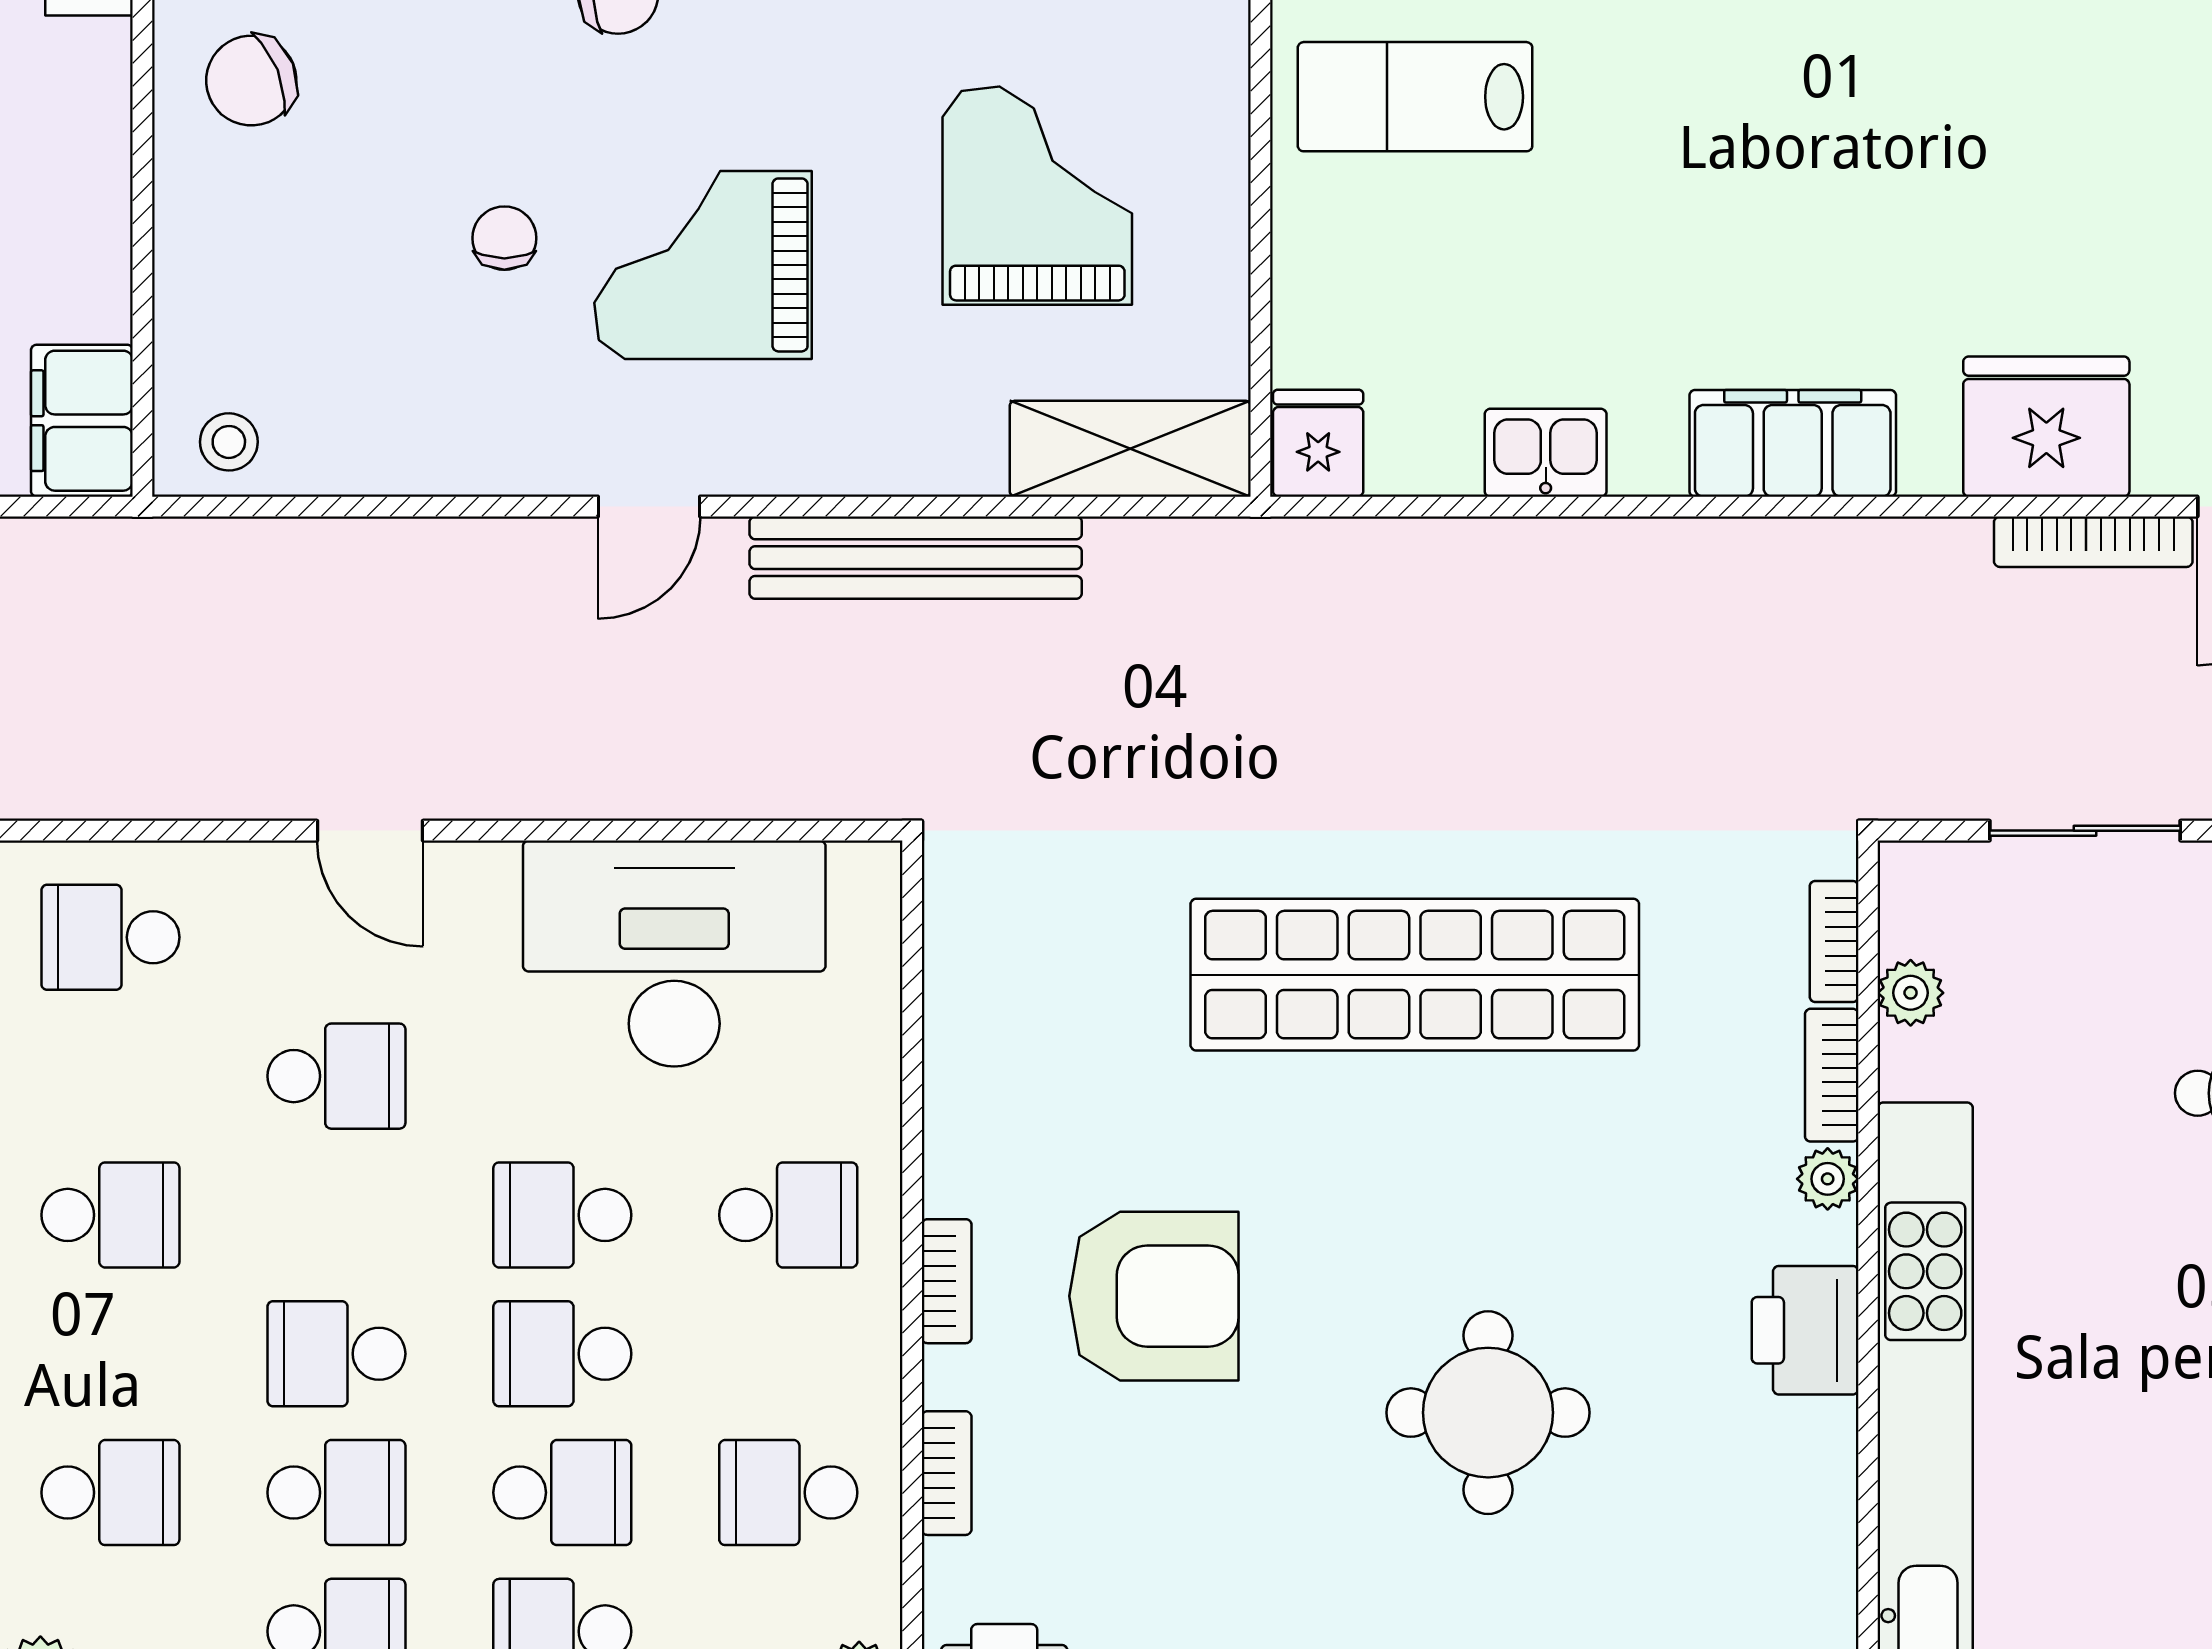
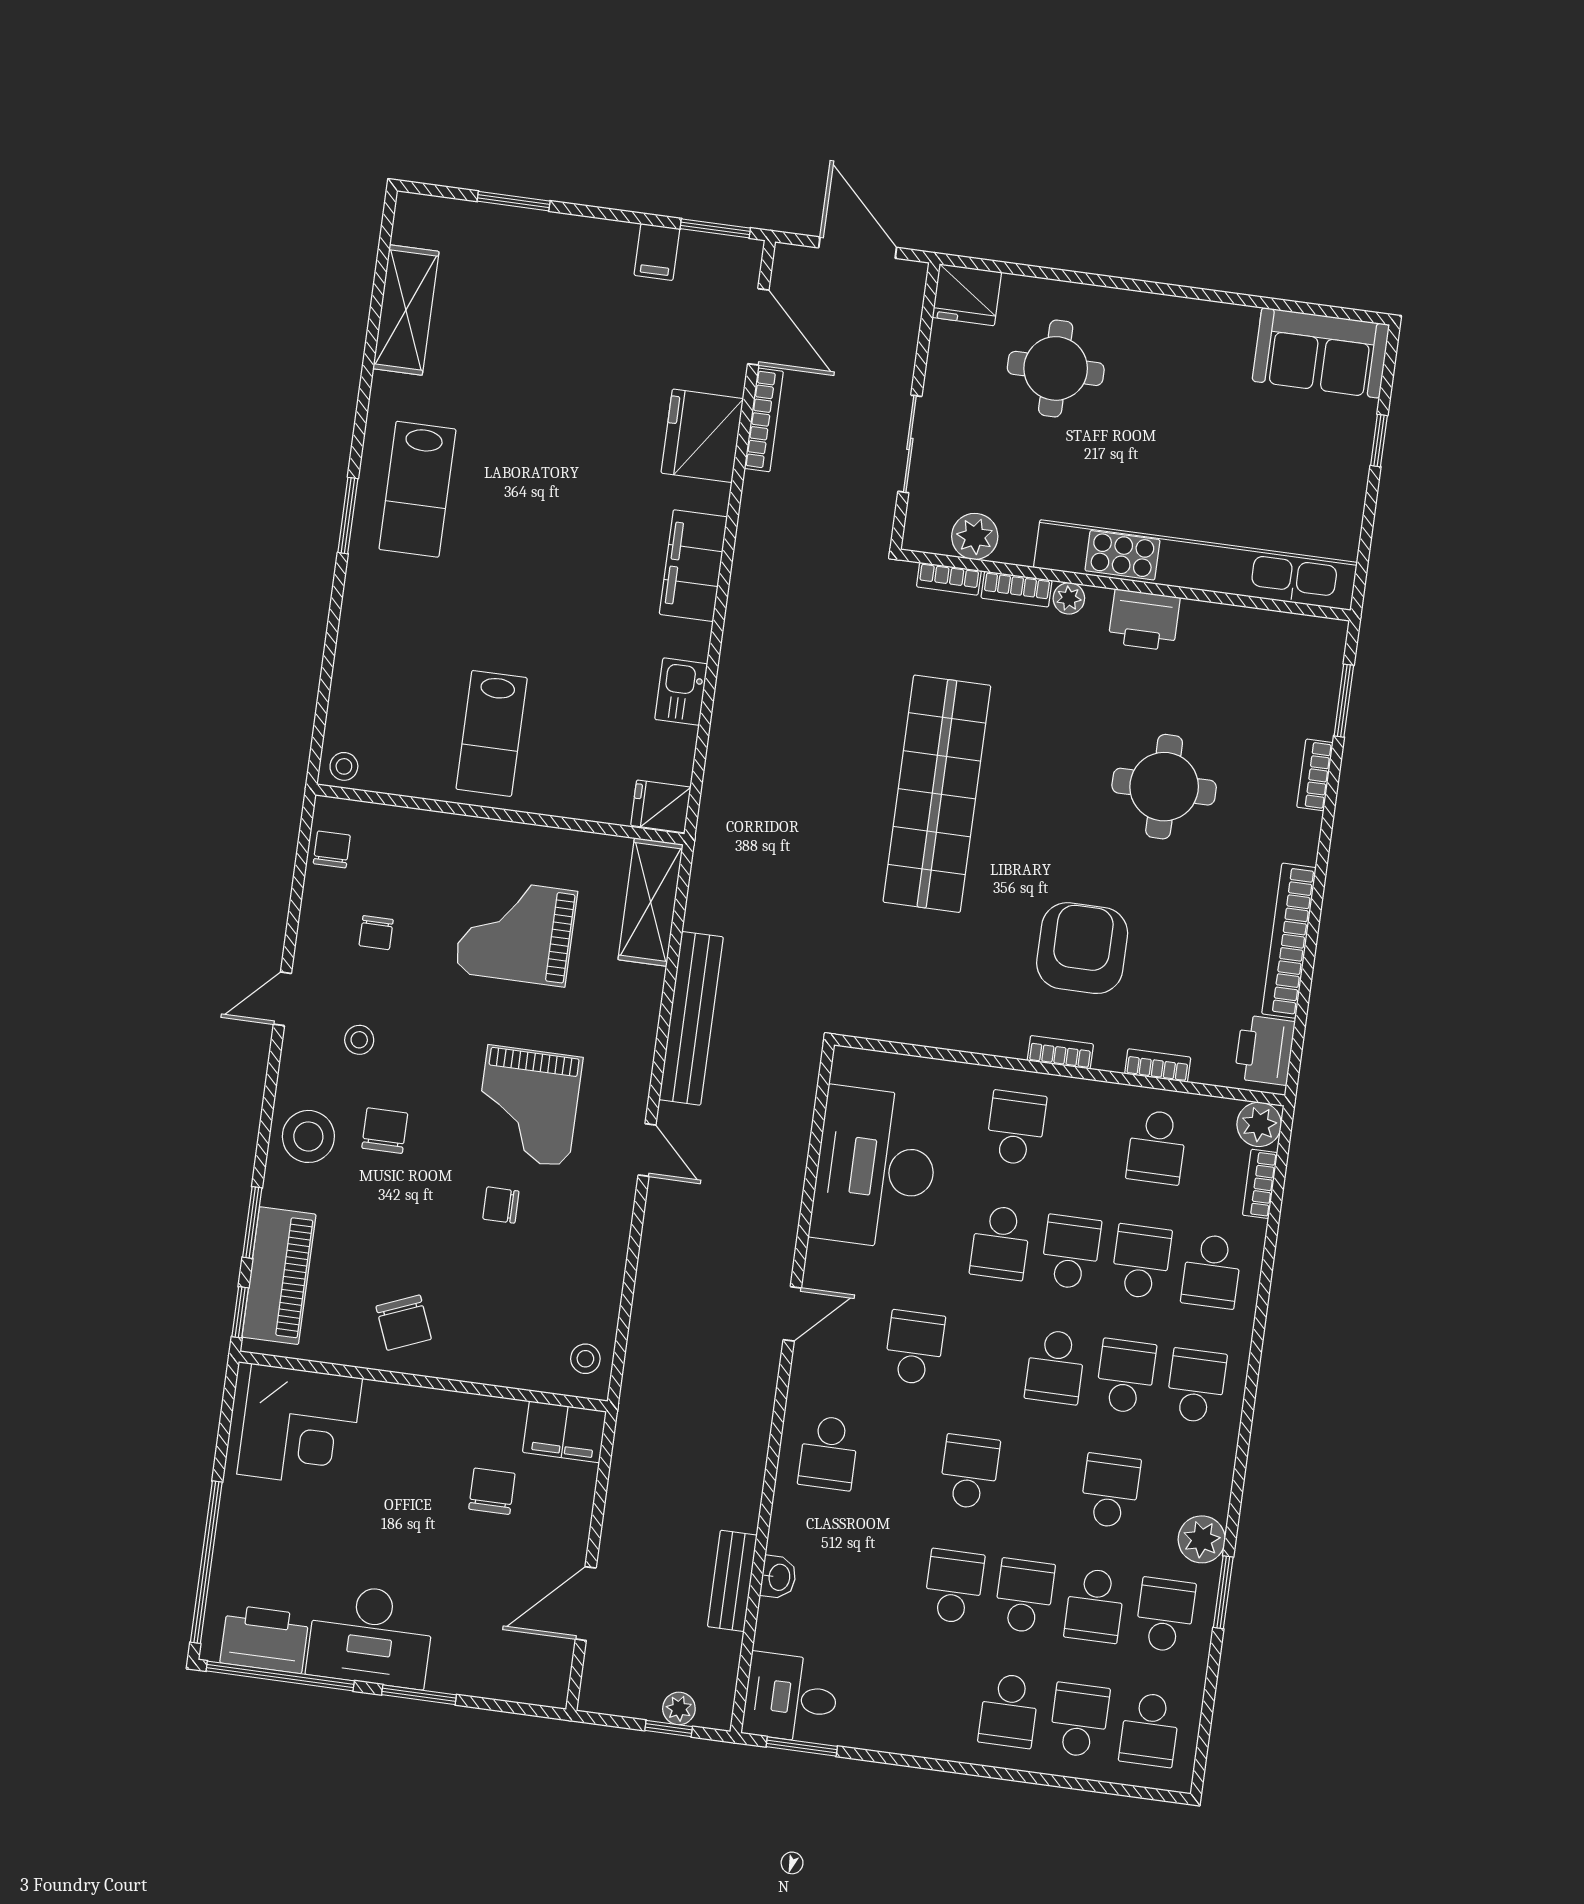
plant: (1911, 993) -> (975, 536), width x1.38, depth x1.38
school desk: (562, 1354) -> (1071, 1252), turned 180

